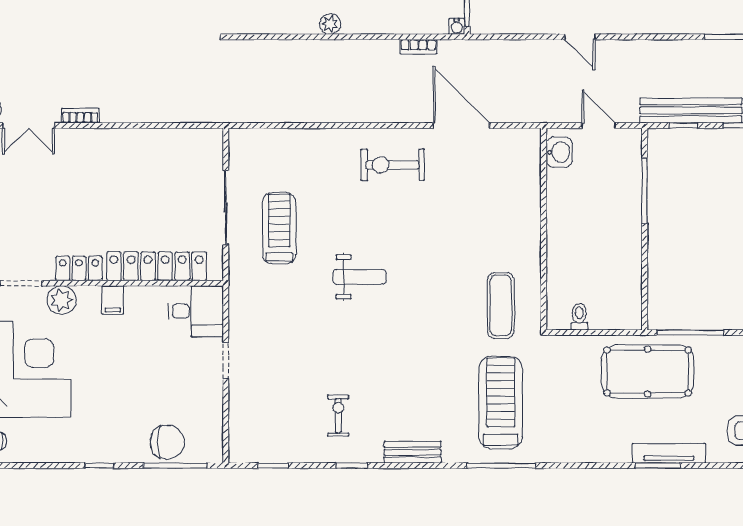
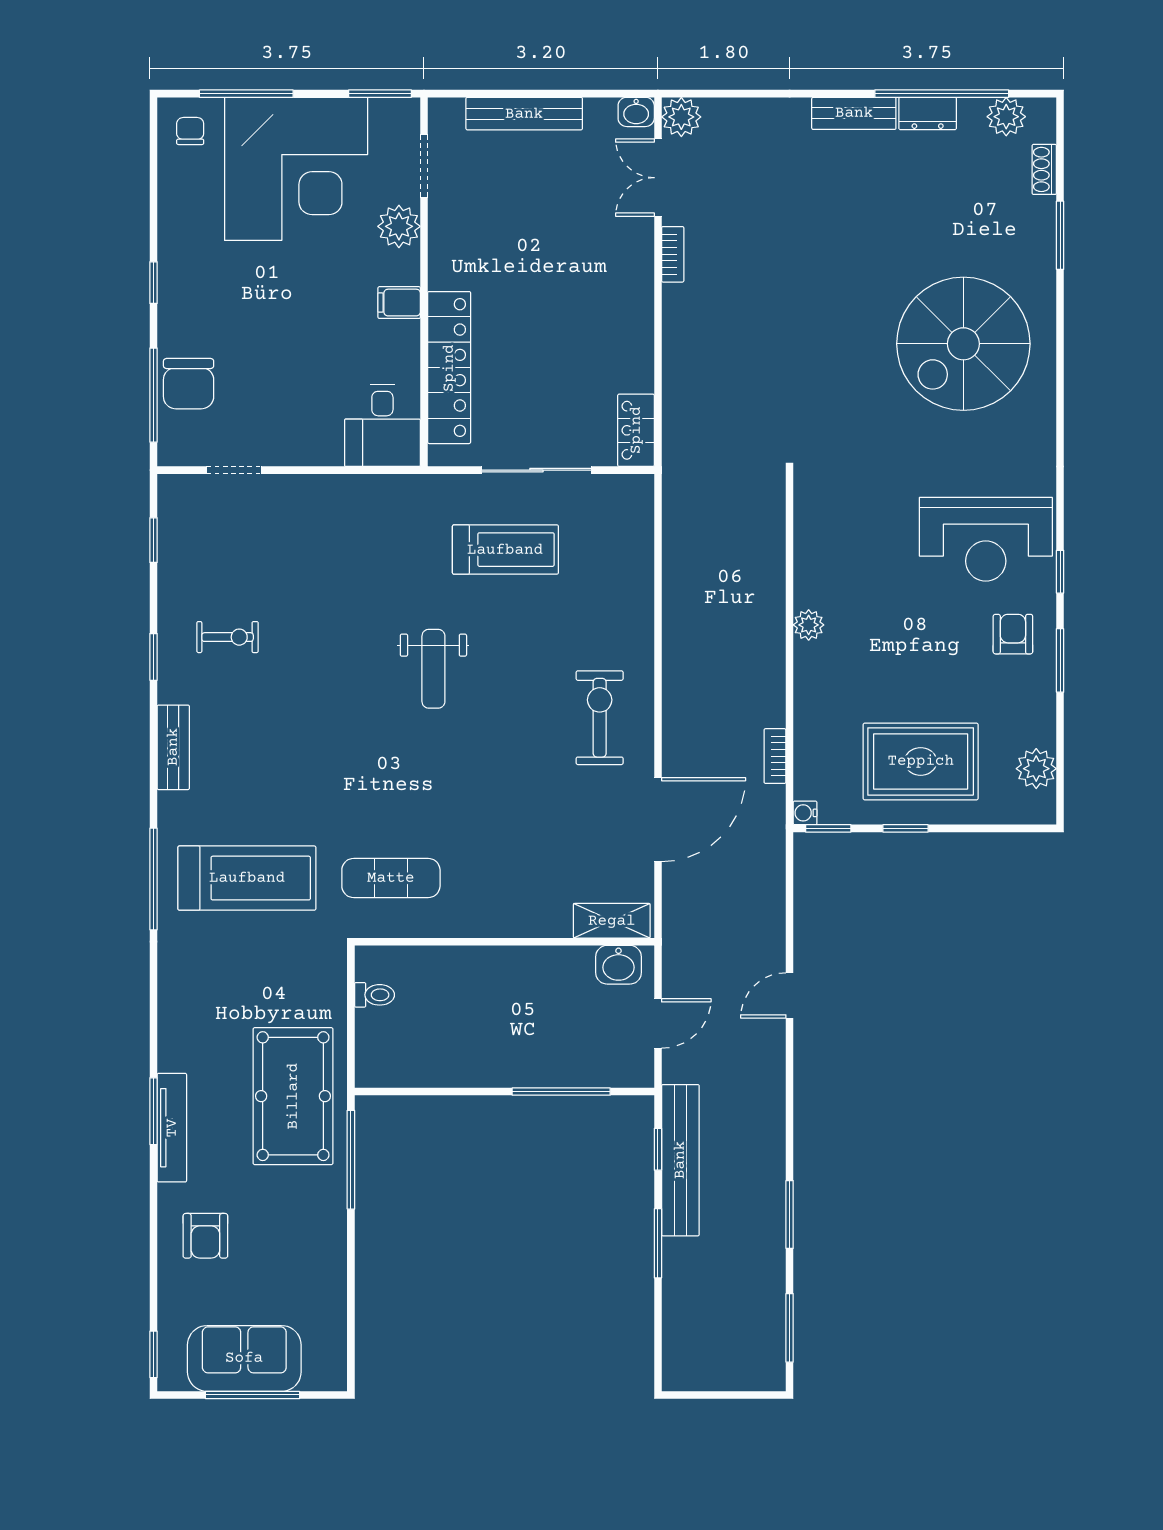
shelving: (529, 157) -> (612, 921), added
locker: (79, 268) -> (636, 430), moved, turned 180
doorway: (226, 361) -> (234, 470), moved

